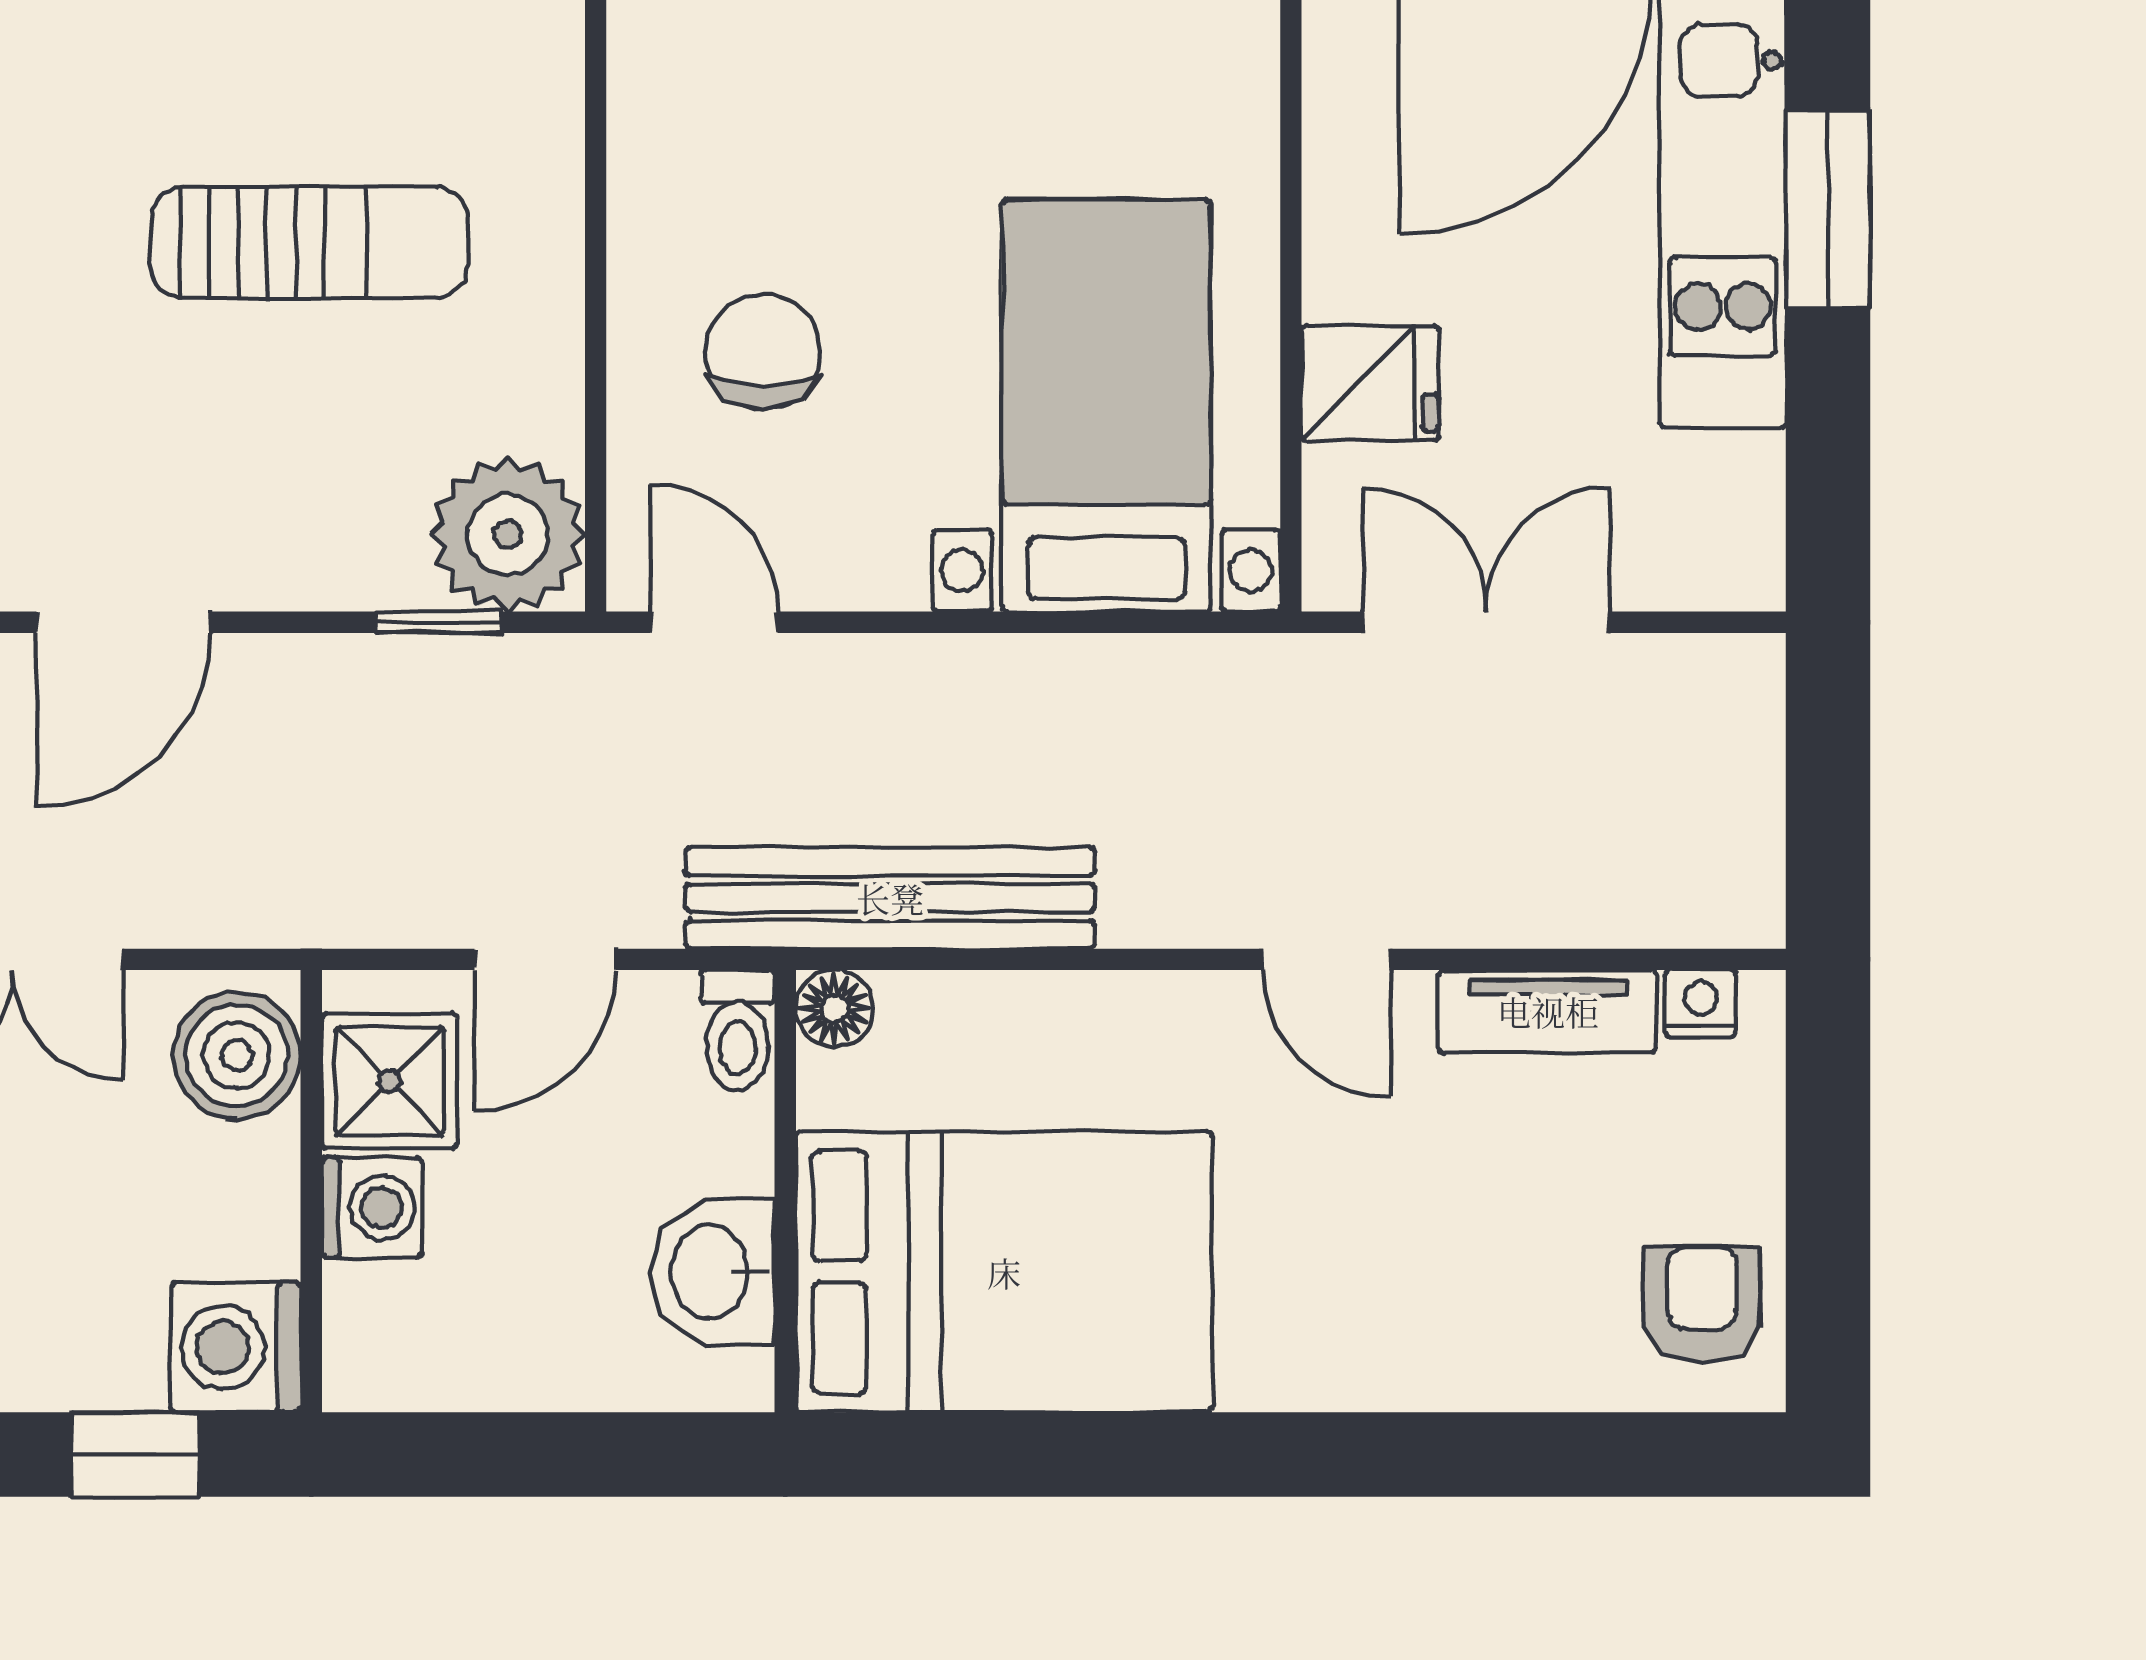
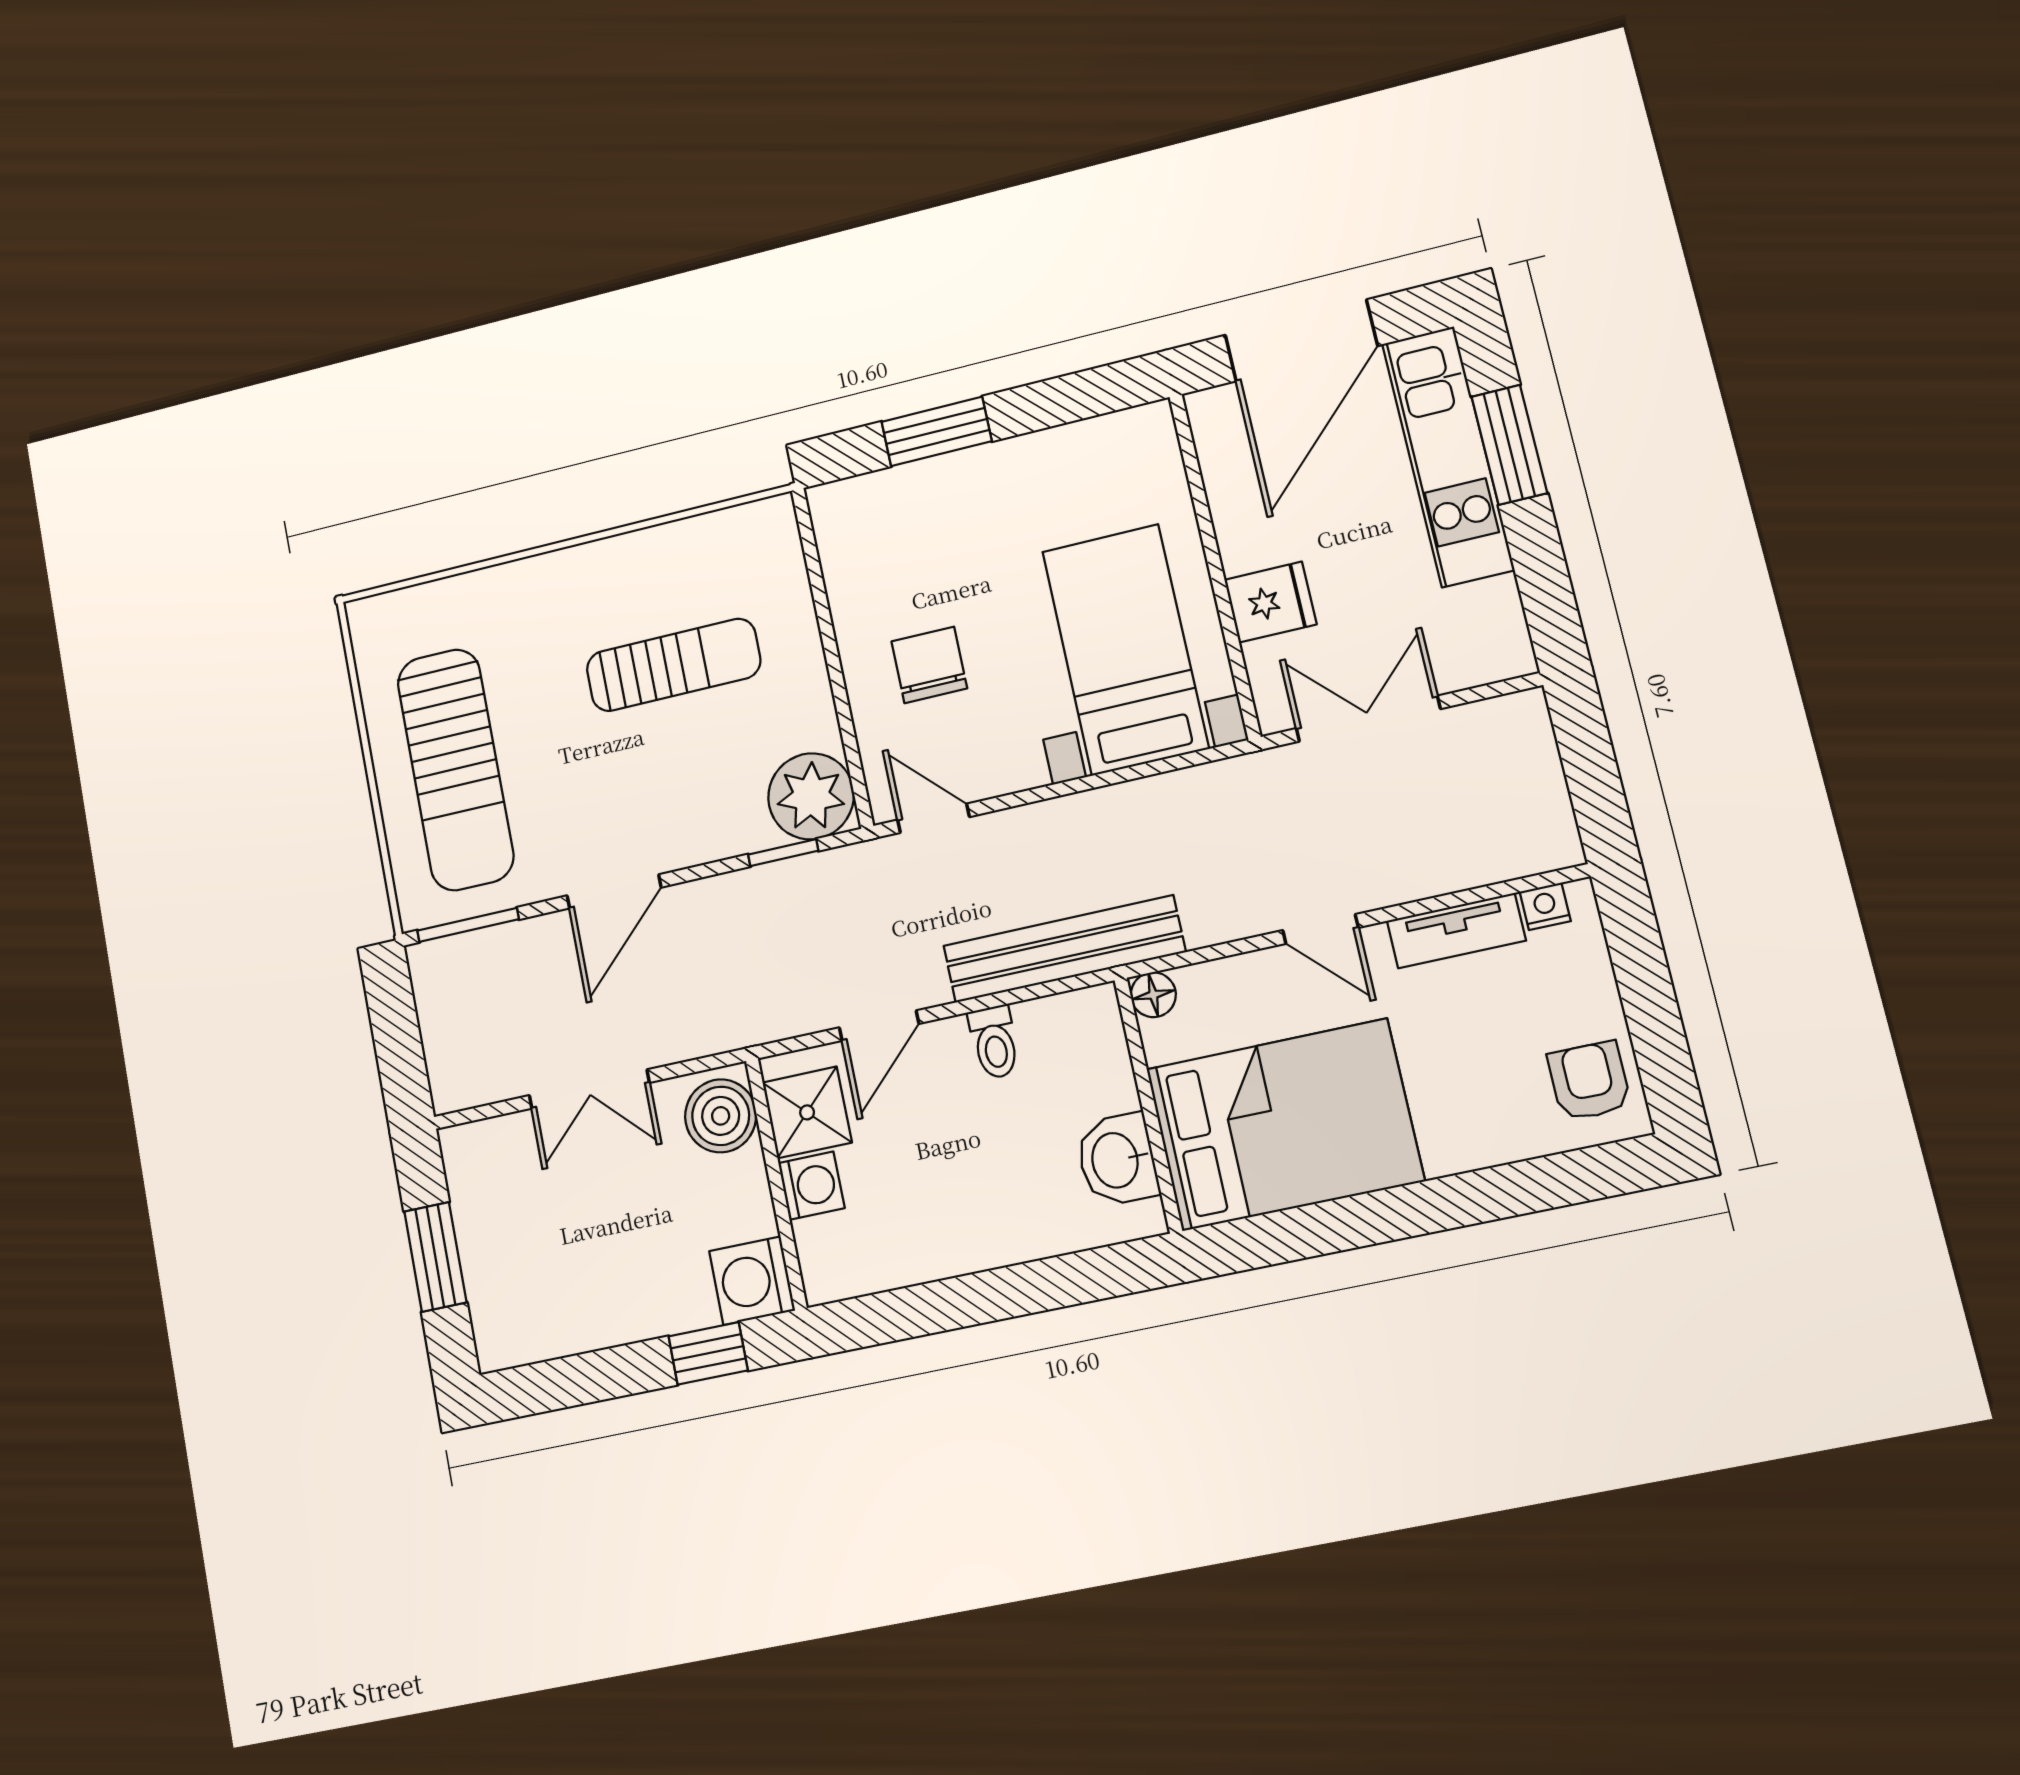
floor lamp: (834, 1008) -> (1153, 995), moved
wall: (785, 1191) -> (1148, 1105), moved
washbasin: (713, 1272) -> (1117, 1160), moved
bed: (1004, 1272) -> (1285, 1125), moved

